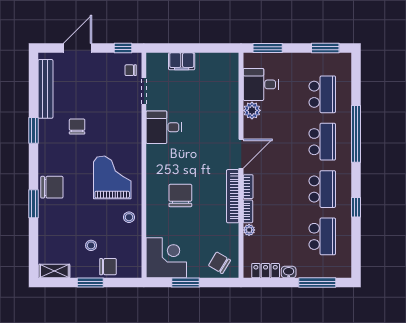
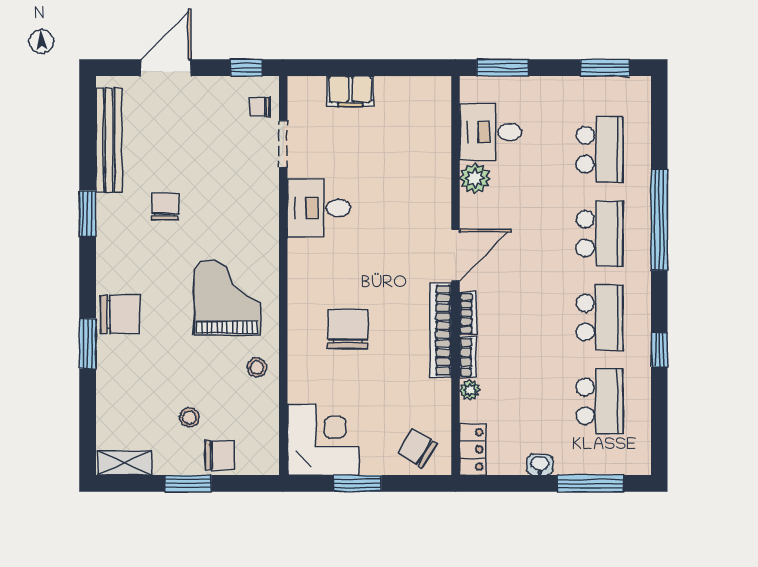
locker: (266, 271) -> (473, 449), moved, turned 90

